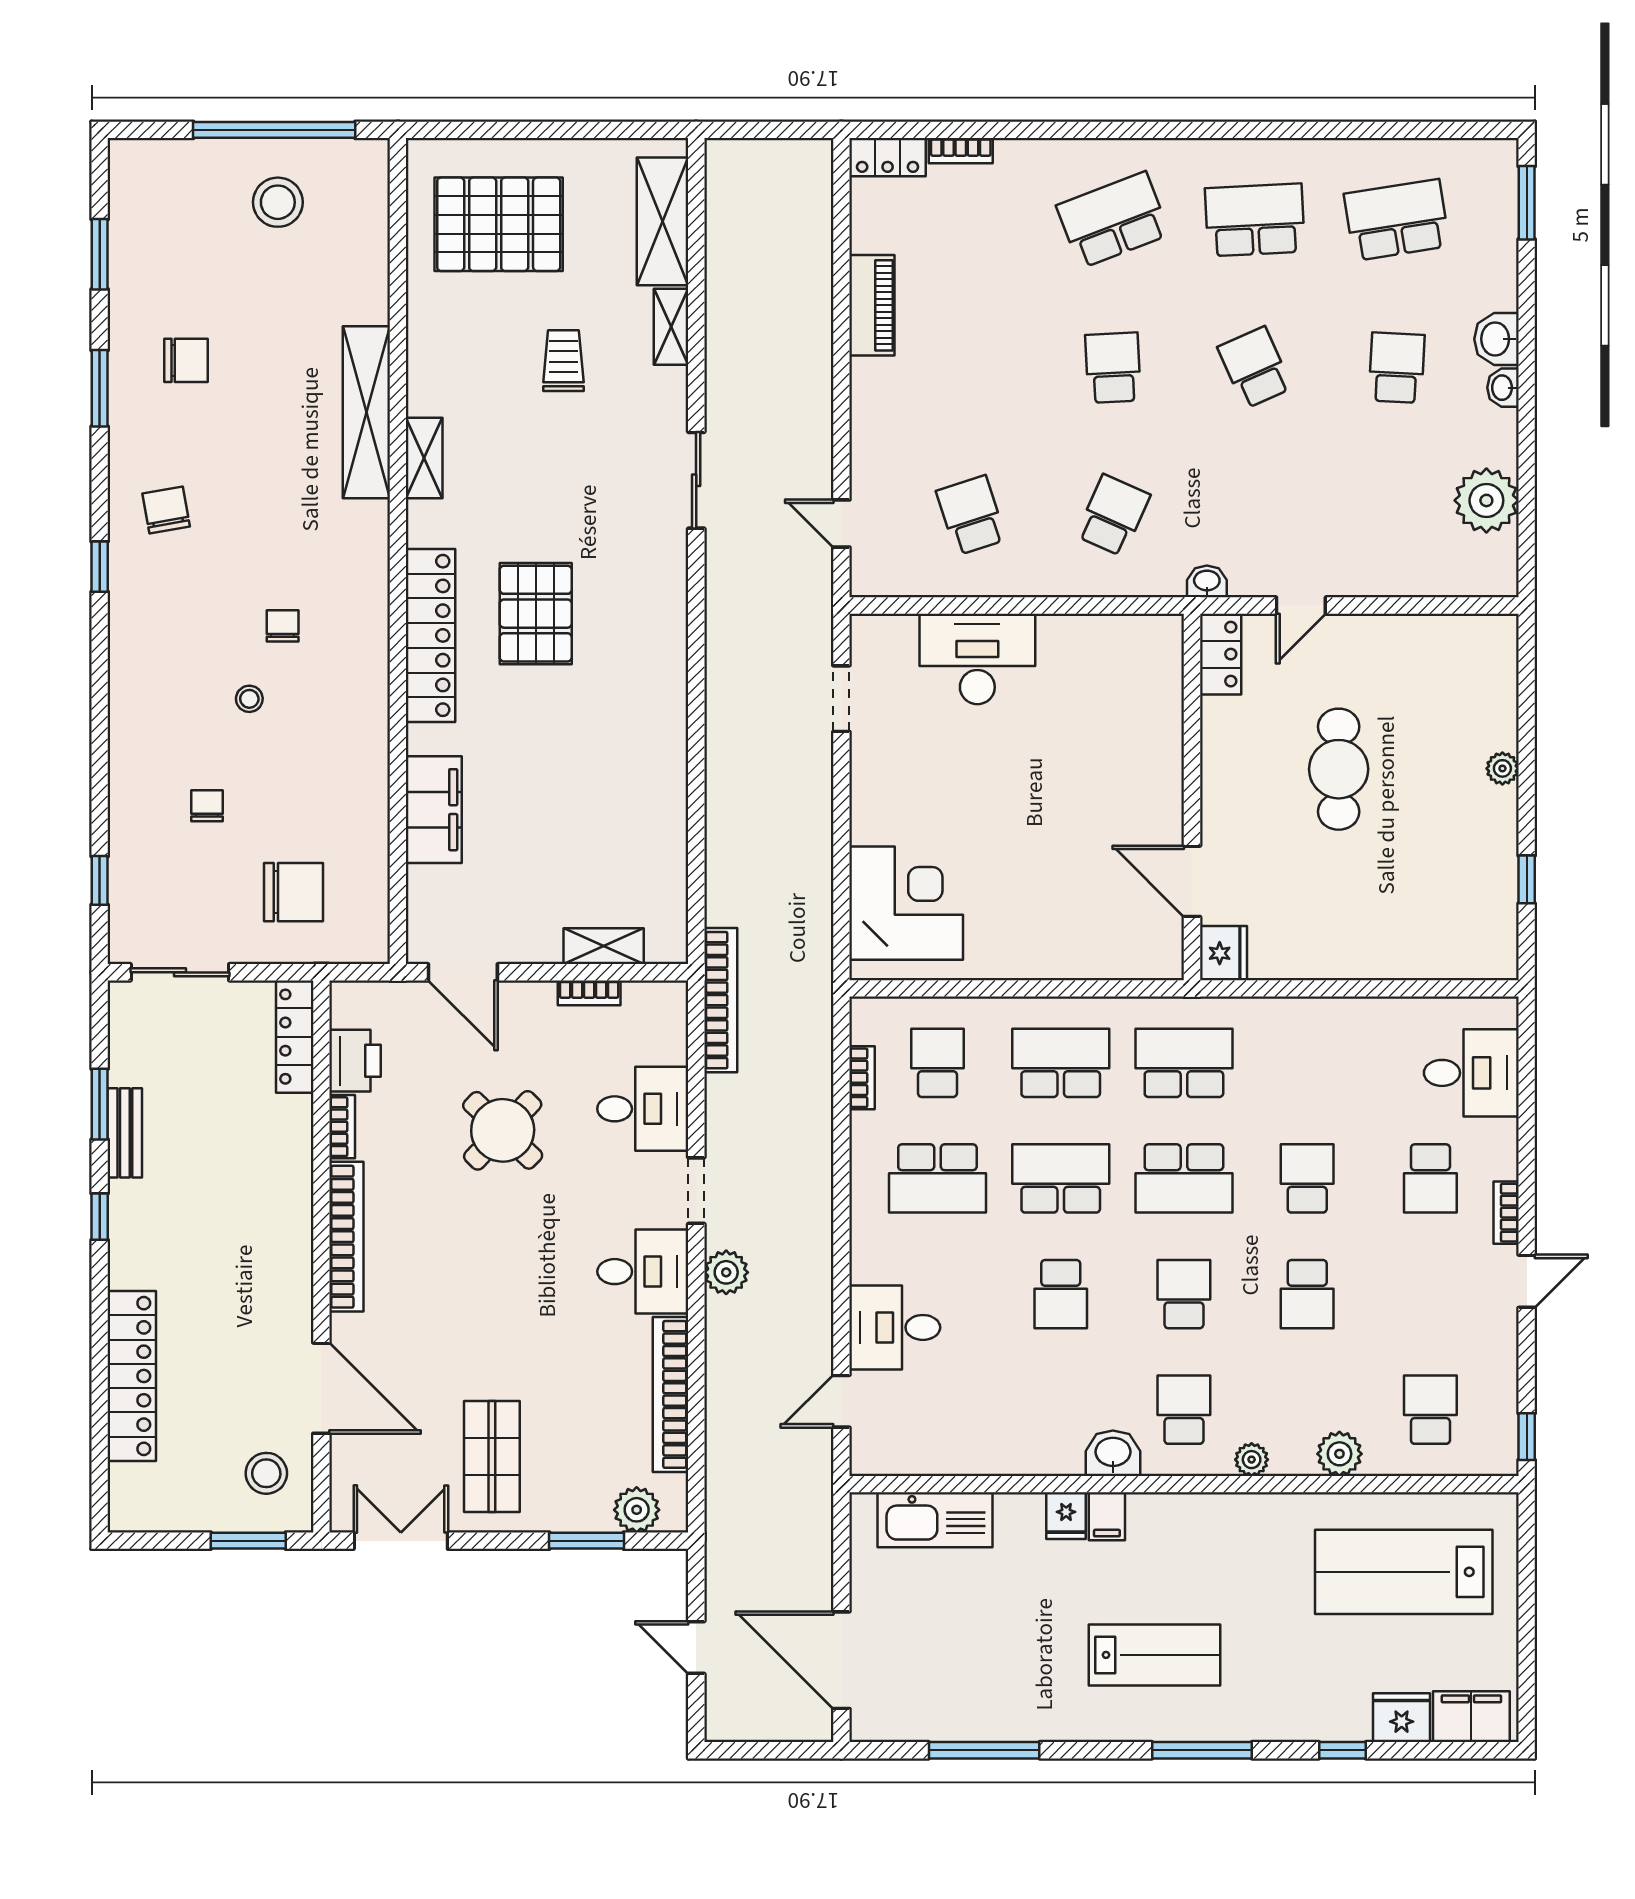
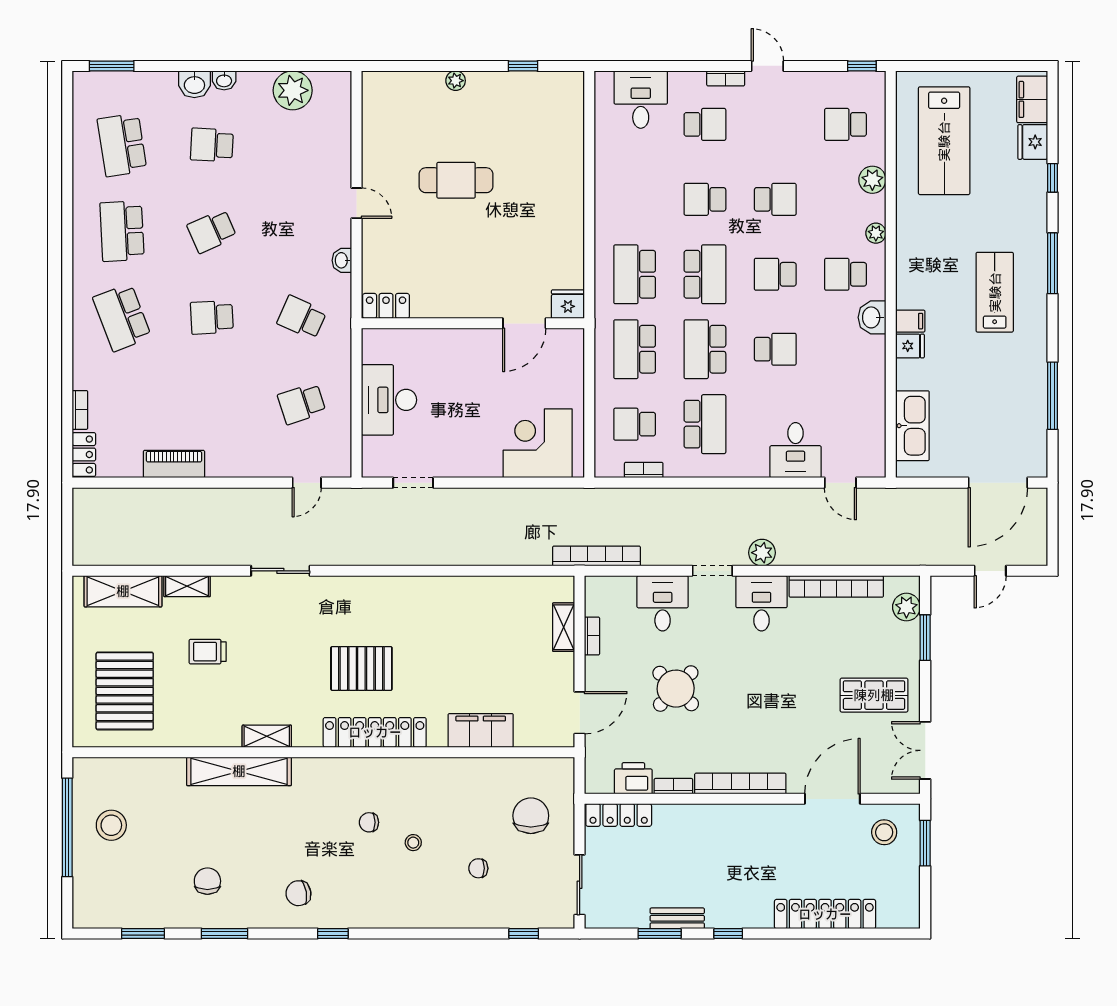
locker: (1221, 654) -> (386, 306), moved
wall: (1192, 797) -> (473, 323), moved
door: (1192, 881) -> (524, 323), moved
fridge: (1223, 953) -> (568, 304), moved

